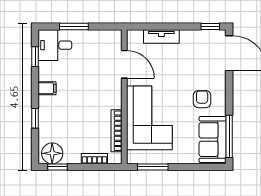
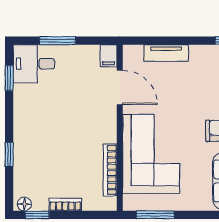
filing cabinet: (47, 88) -> (109, 56), moved, turned 90
floor lamp: (52, 153) -> (24, 204), width x0.53, depth x0.53
bookcase: (94, 159) -> (65, 205), moved

